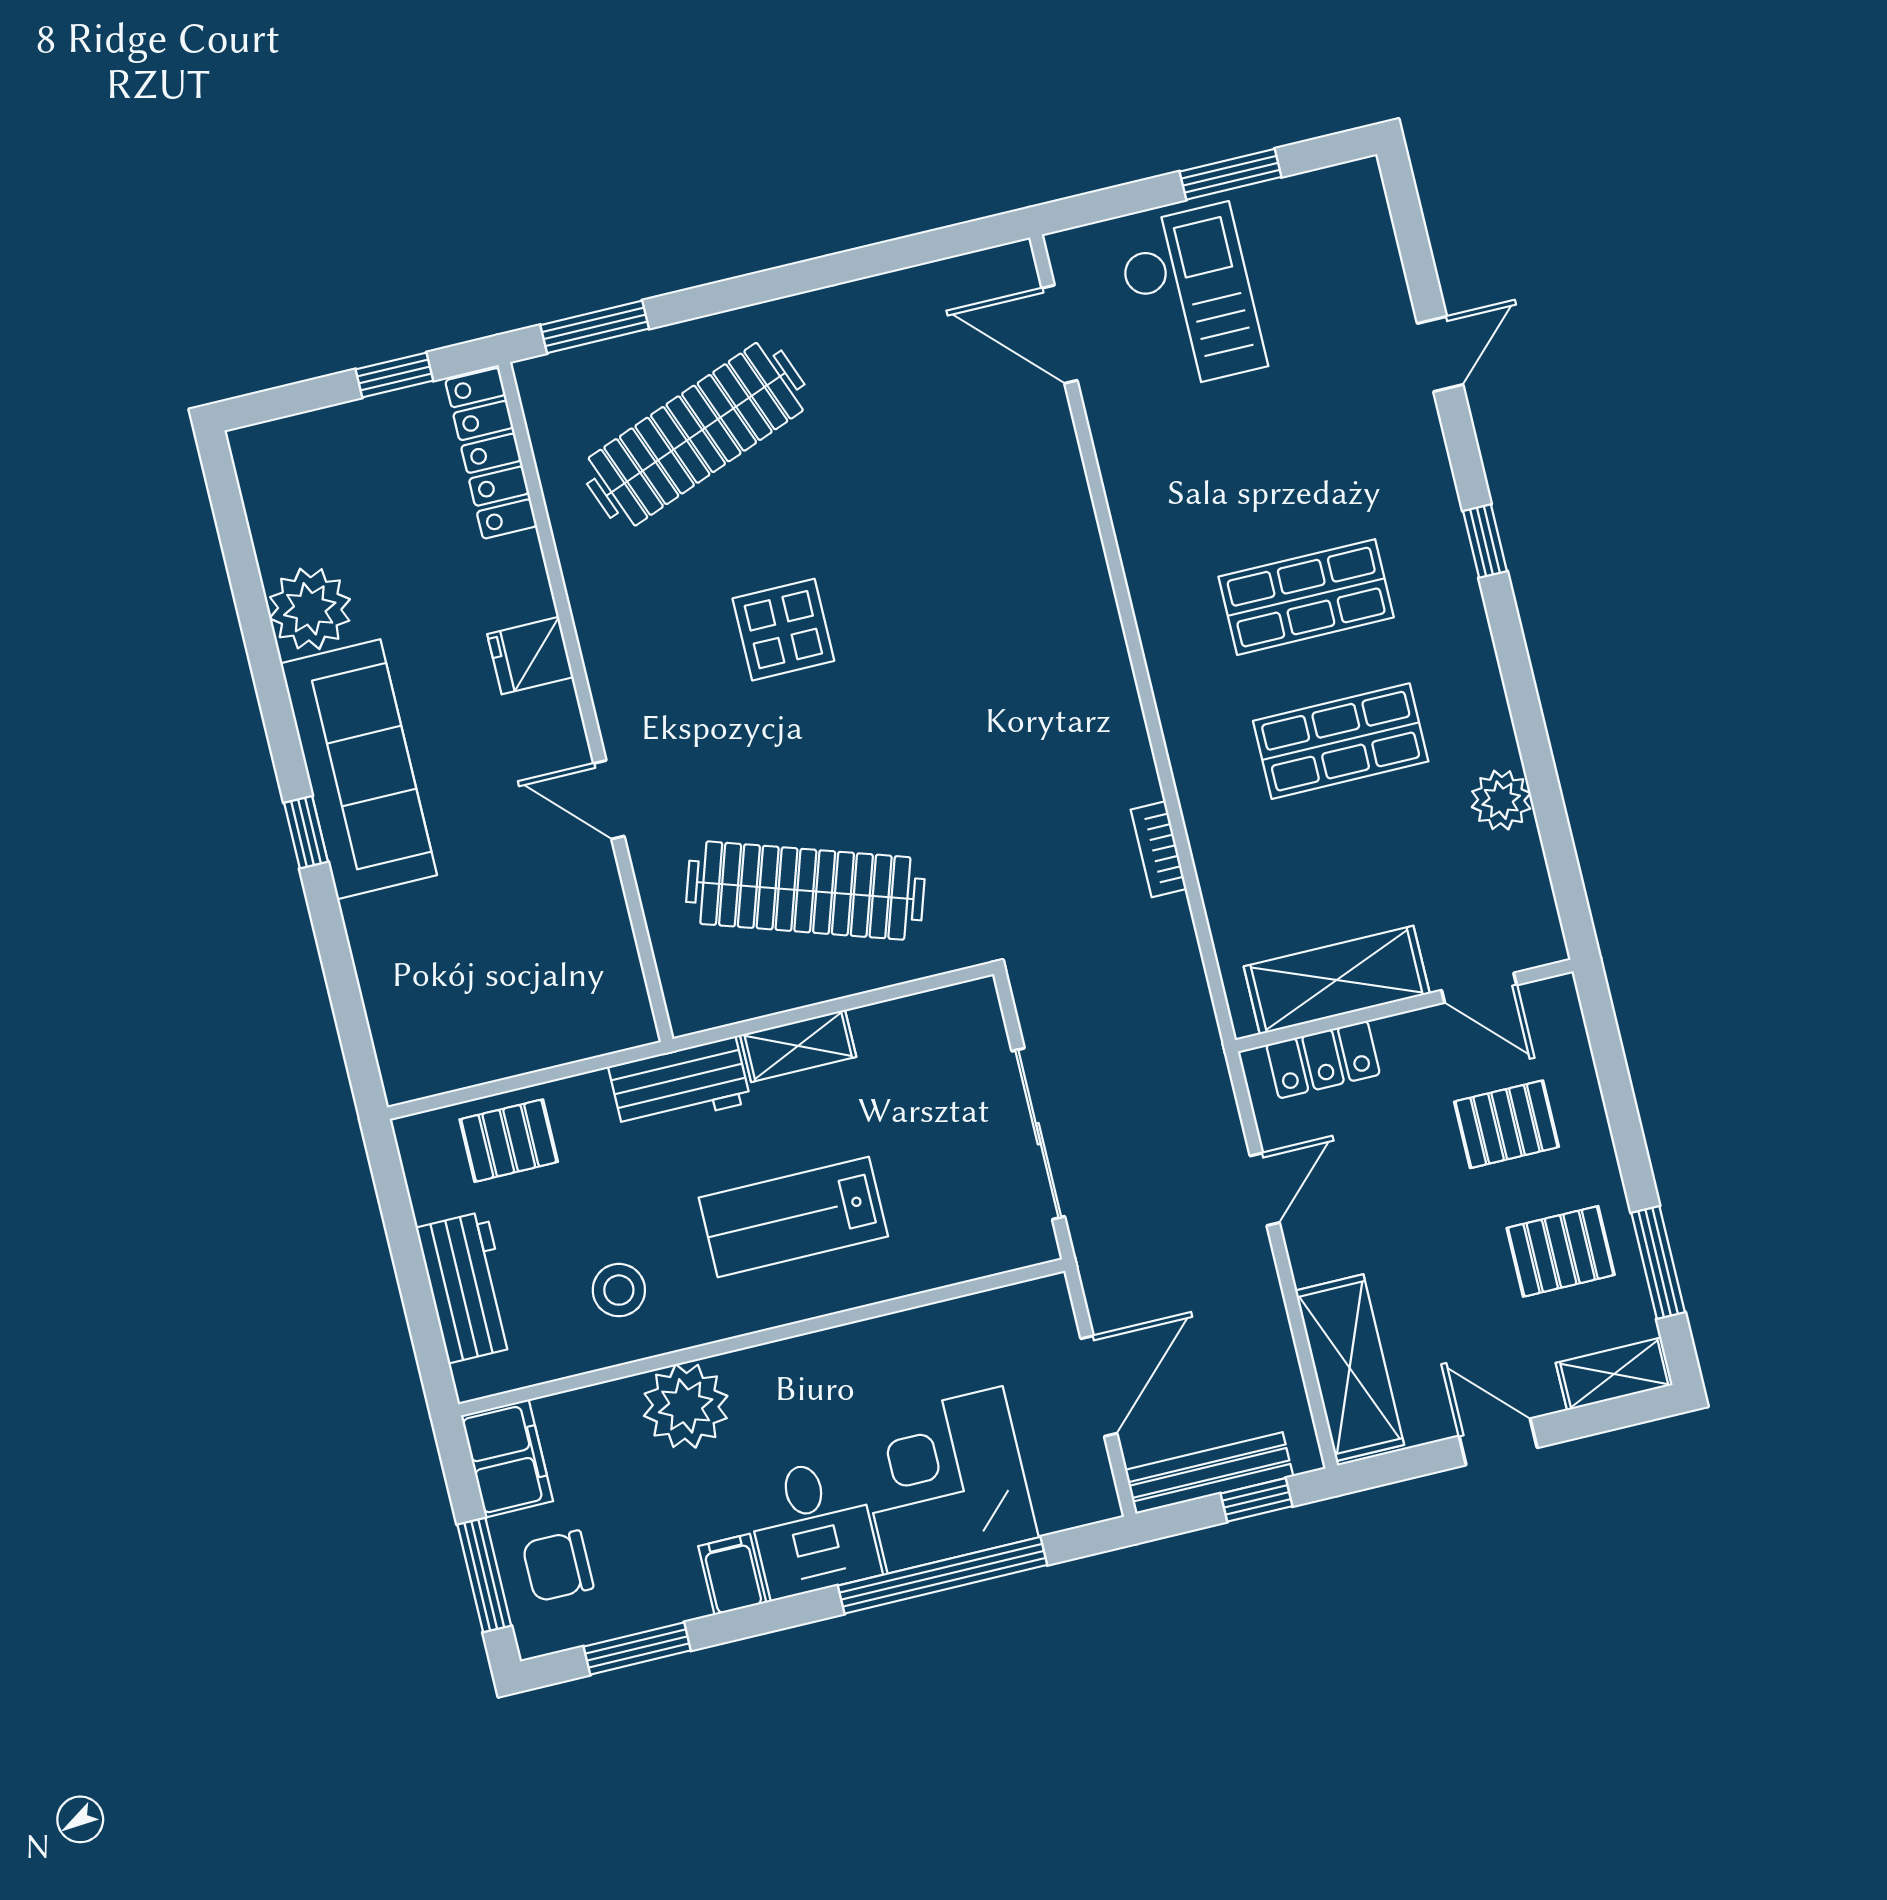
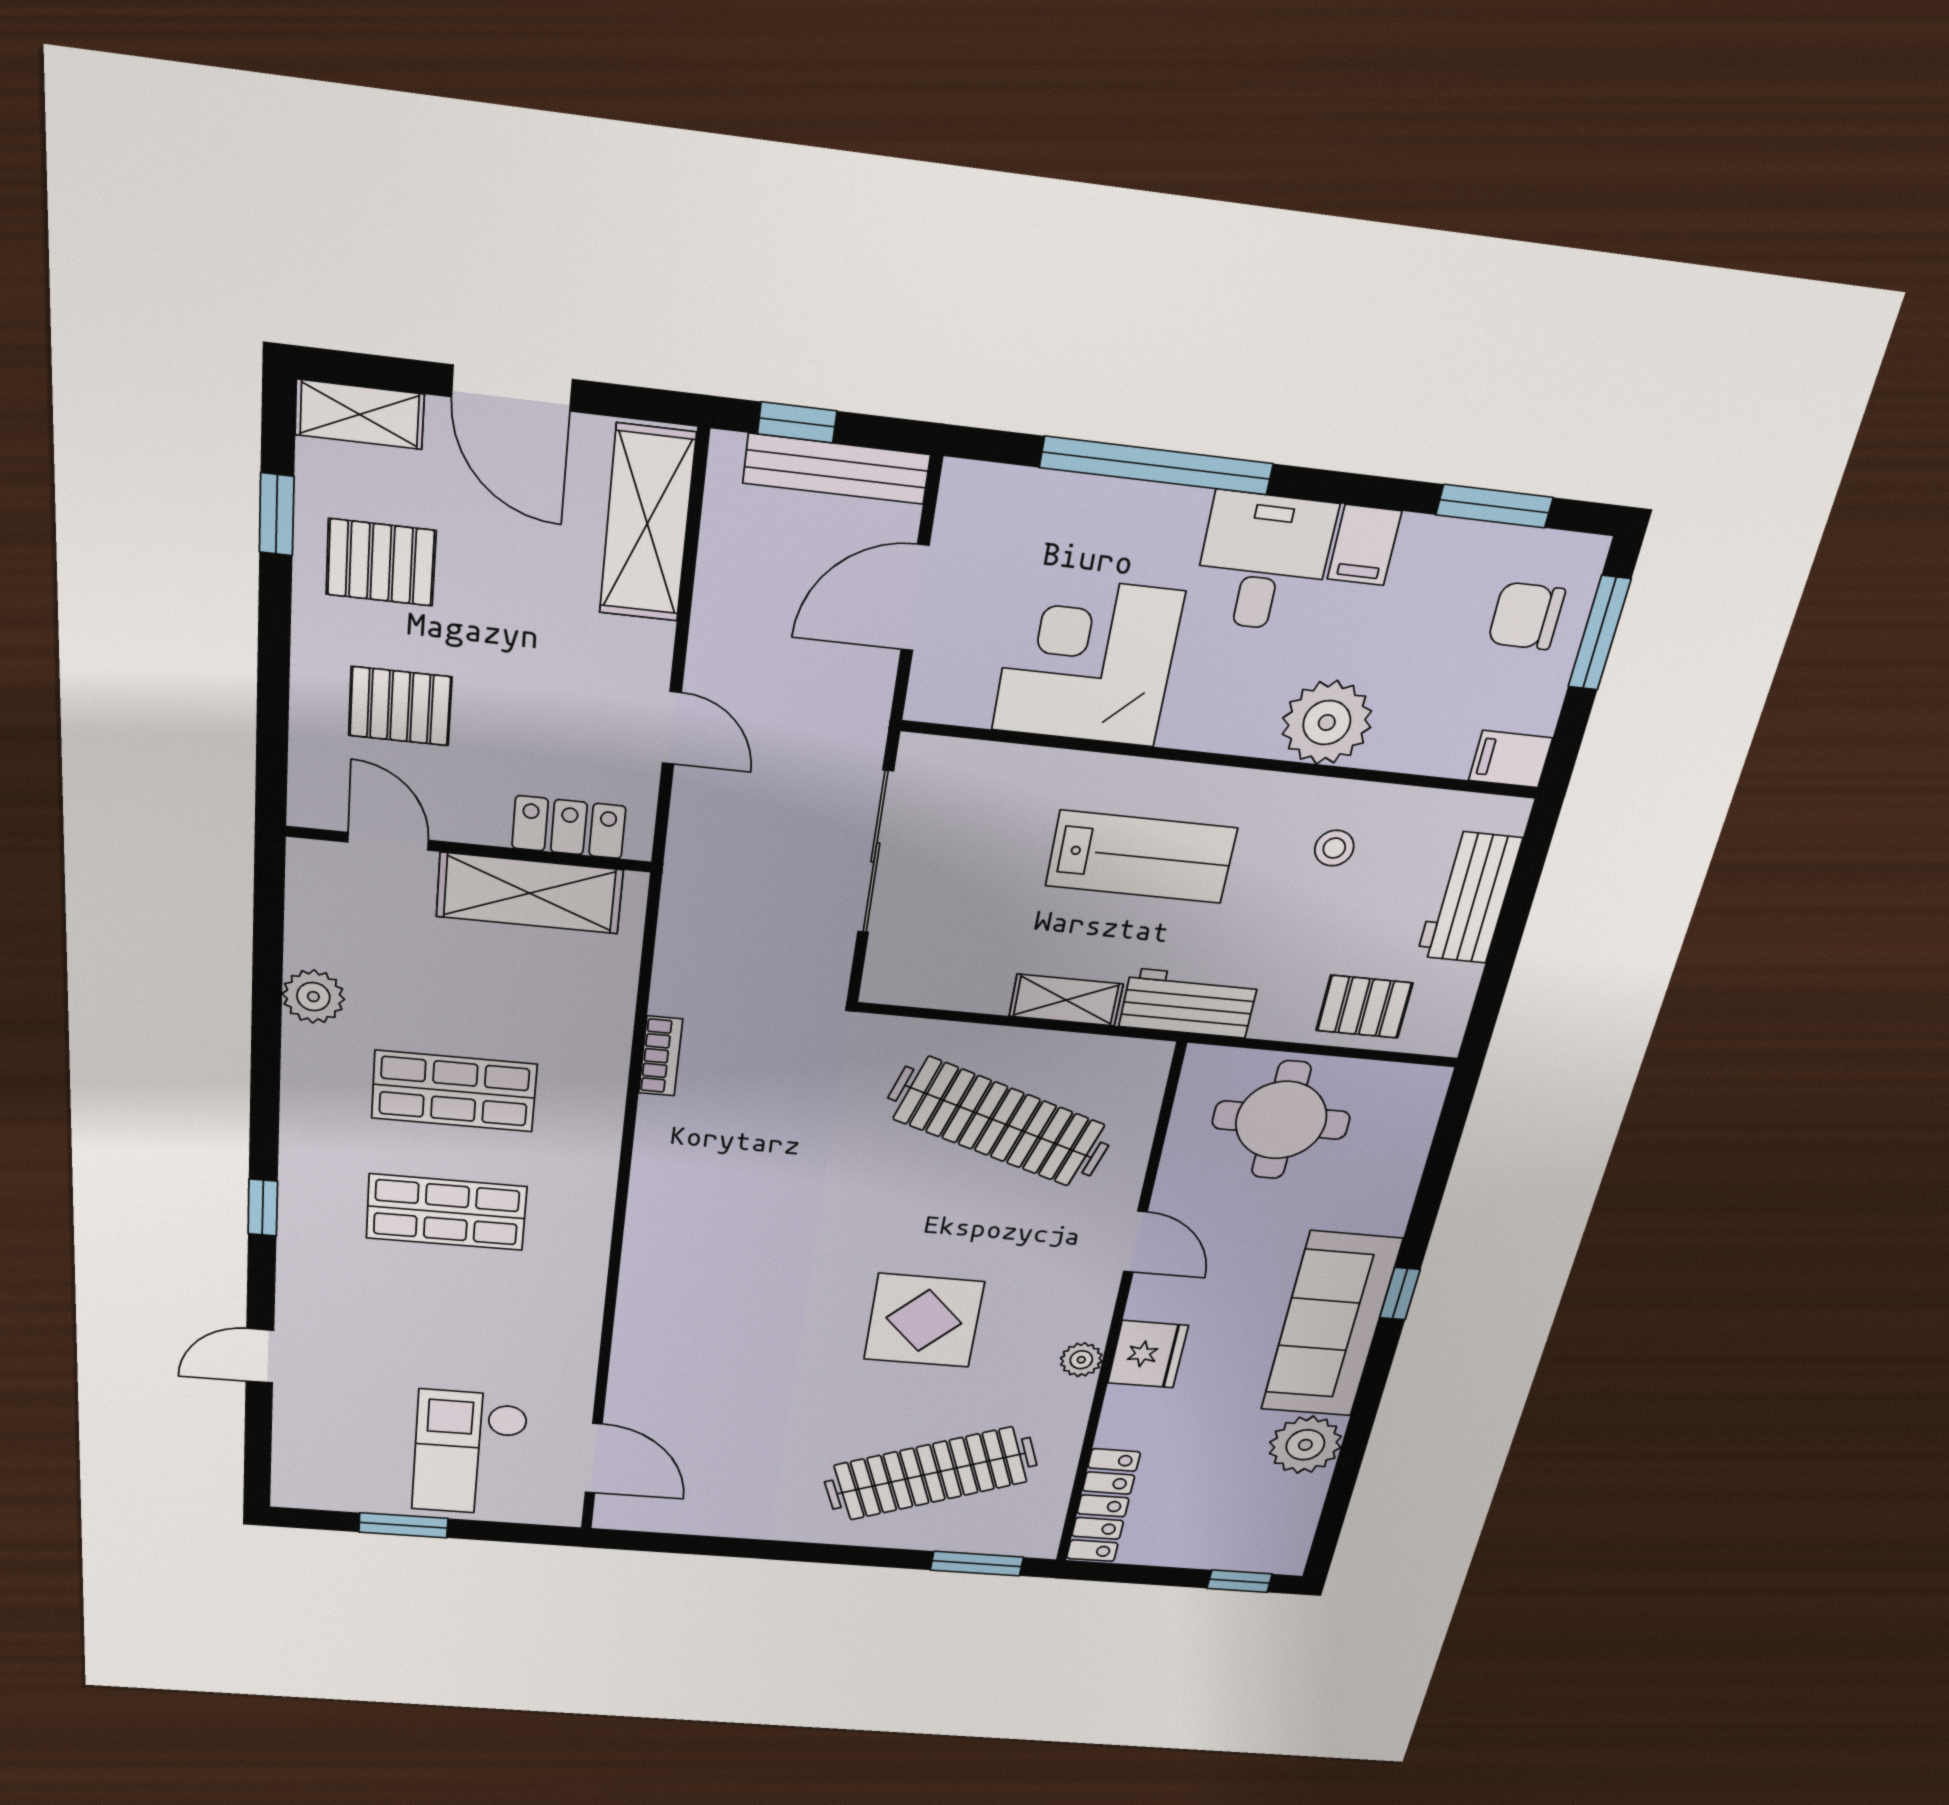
window: (394, 375) -> (1240, 1581), moved
display table: (783, 630) -> (924, 1321), width x1.36, depth x1.36
plant: (600, 637) -> (1081, 1360), added
fridge: (530, 656) -> (1148, 1354), width x1.38
round table: (529, 990) -> (1281, 1120), added
door: (1265, 1189) -> (672, 728), swing flipped
window: (1658, 1263) -> (277, 514), width x0.67
stool: (619, 1290) -> (1334, 848), width x0.73, depth x0.73
door: (1498, 1442) -> (512, 388), width x1.38
filing cabinet: (507, 1458) -> (1511, 759), width x0.50
corner desk: (945, 1480) -> (1088, 661), moved, turned 180
chair: (558, 1566) -> (1526, 616), turned 180

